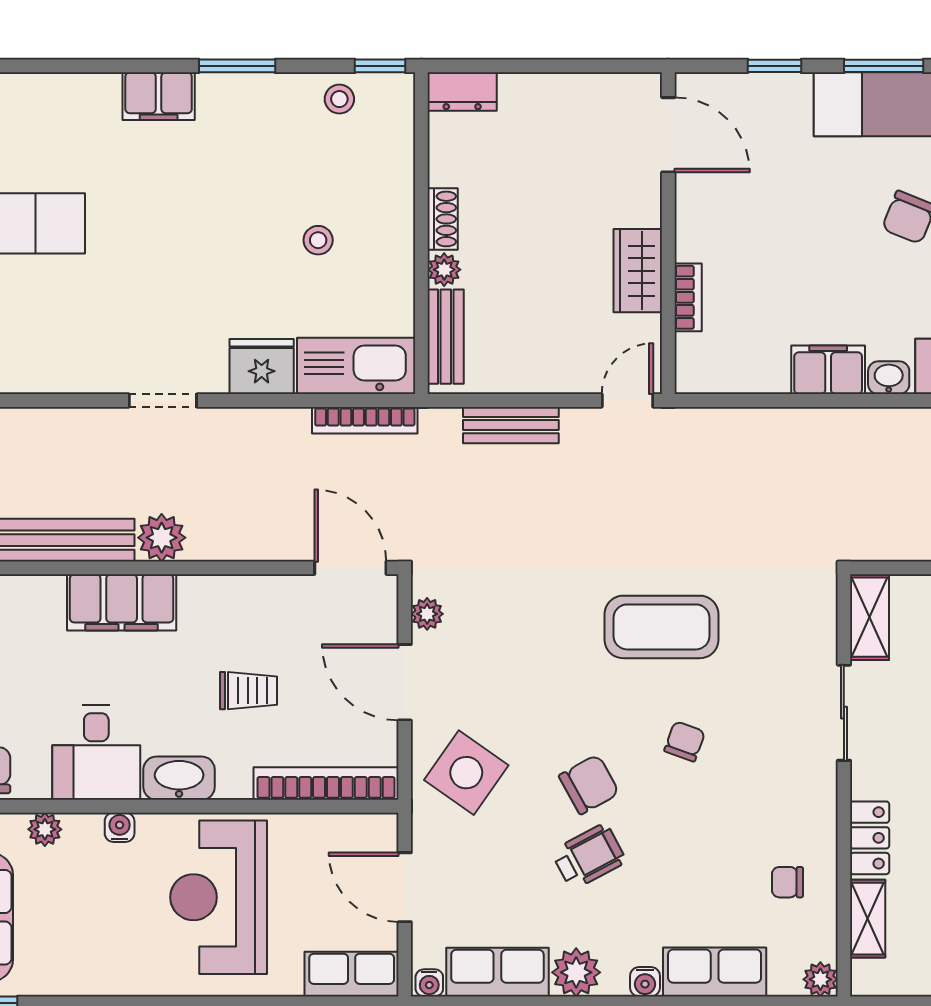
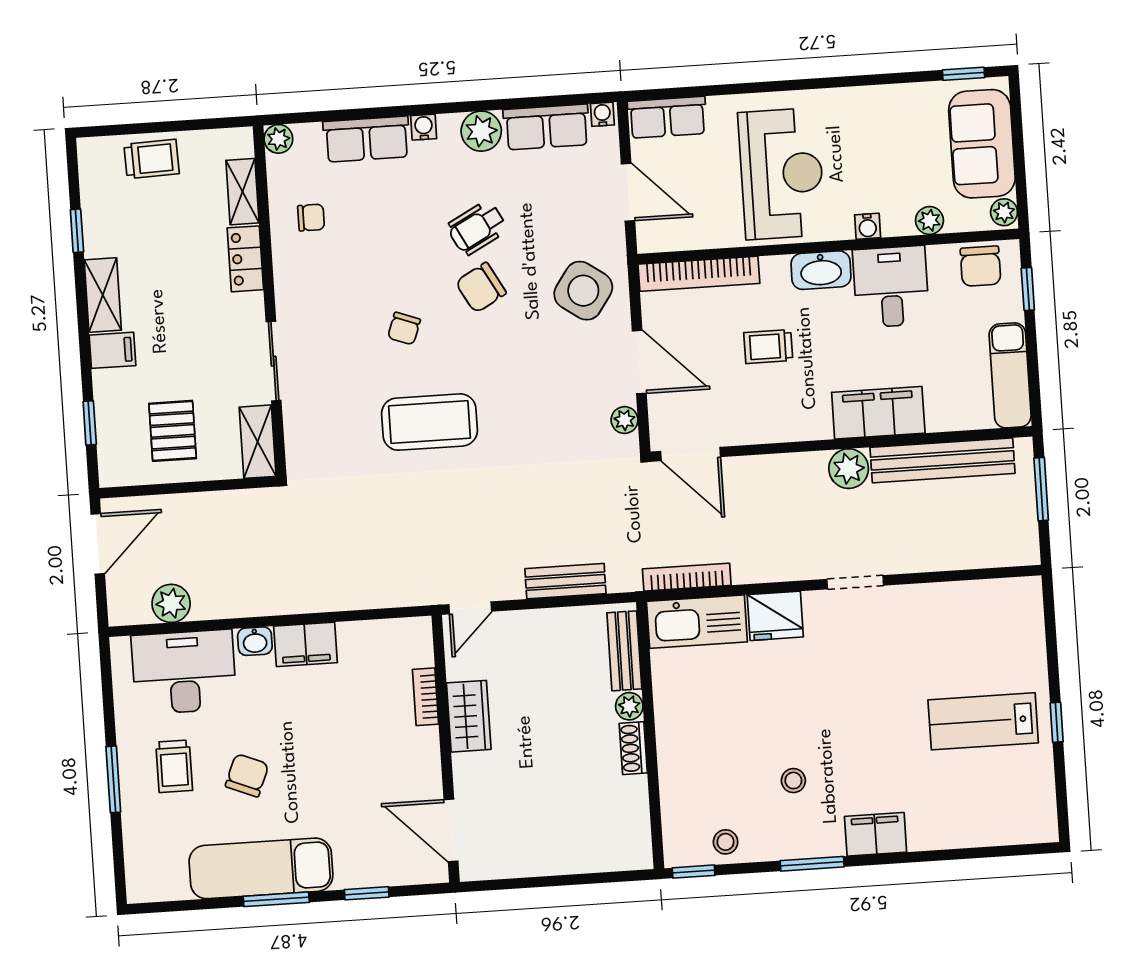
dresser: (462, 92) -> (624, 855), removed
stool: (318, 240) -> (793, 781), moved

